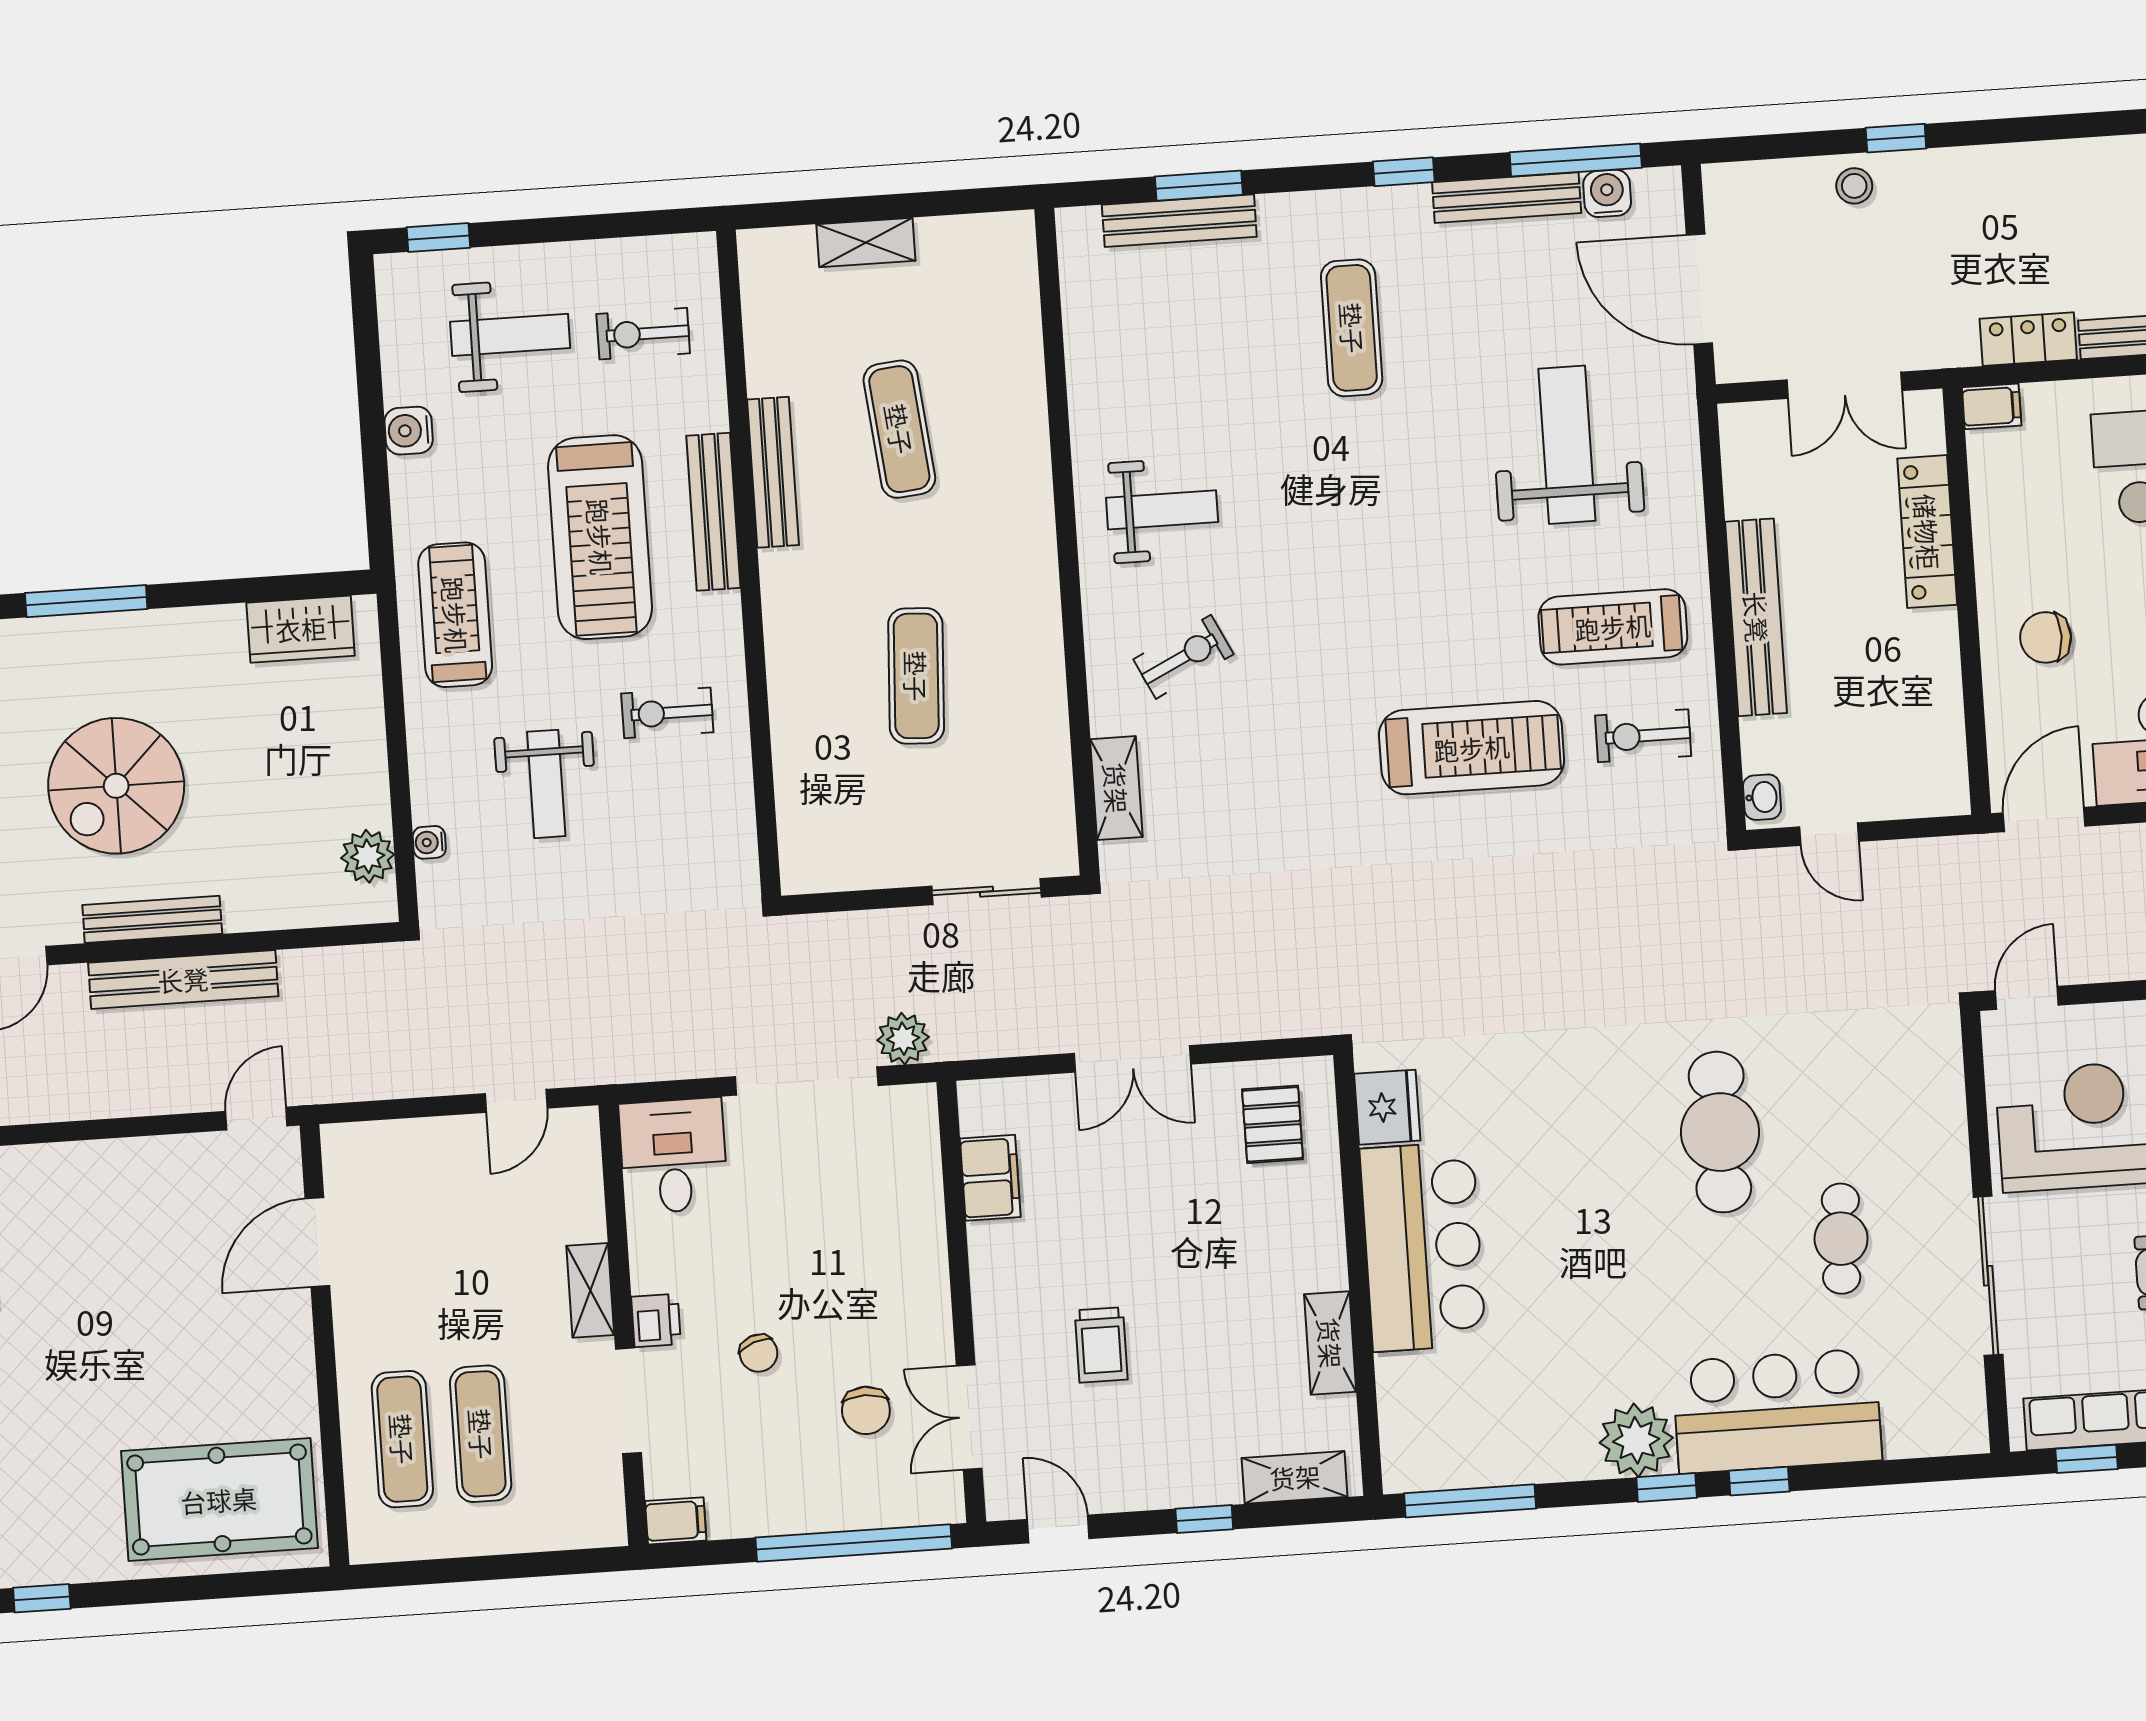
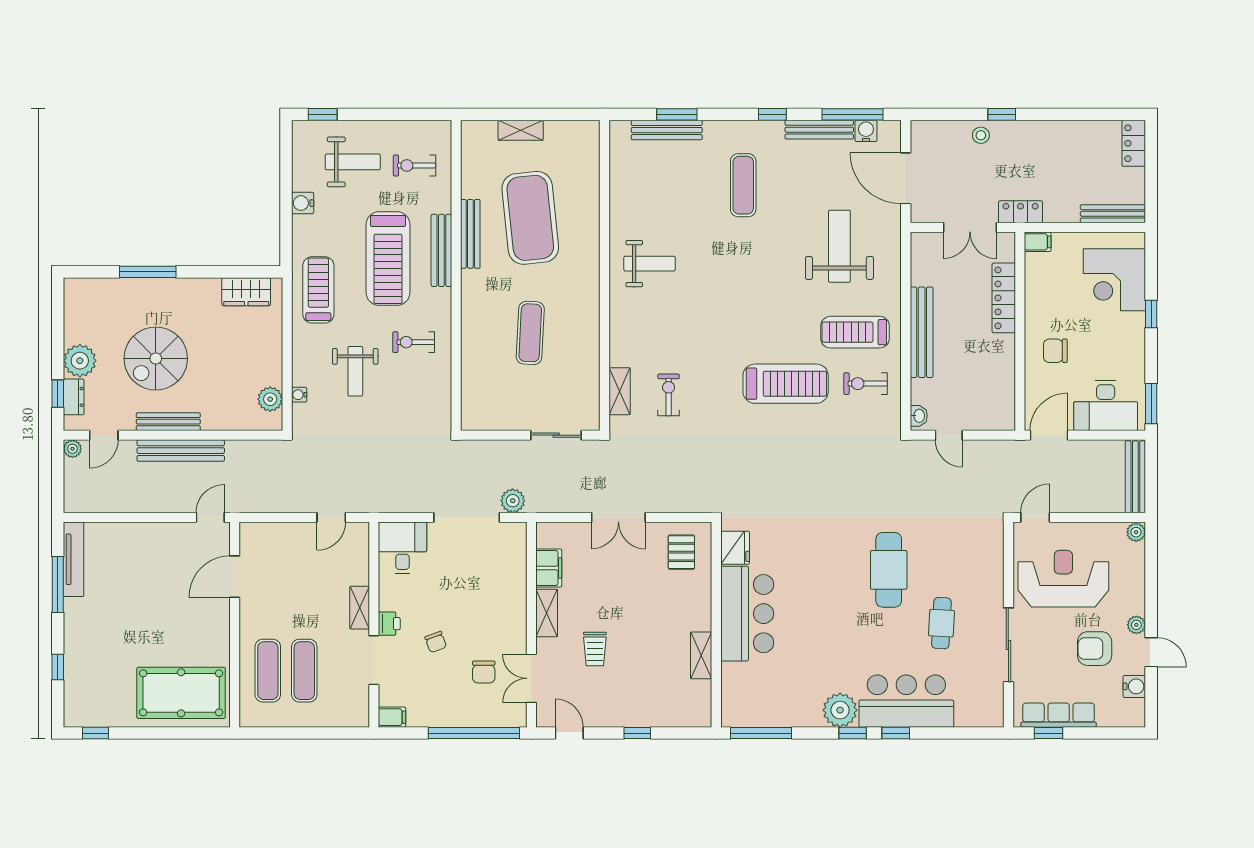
locker: (2028, 339) -> (1020, 212), moved
exercise mat: (899, 429) -> (530, 218), width x2.00, depth x1.45
exercise bike: (1184, 657) -> (669, 395), moved, turned -64
shelving: (1295, 1477) -> (547, 613), moved, turned 90

